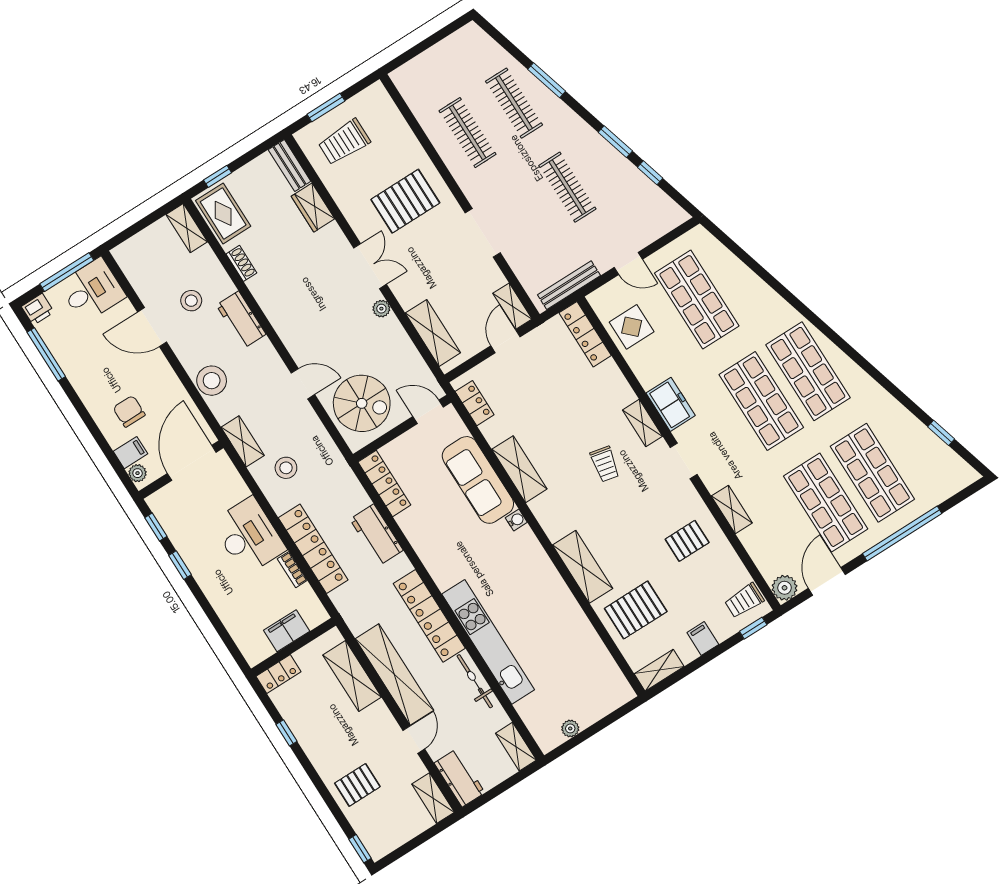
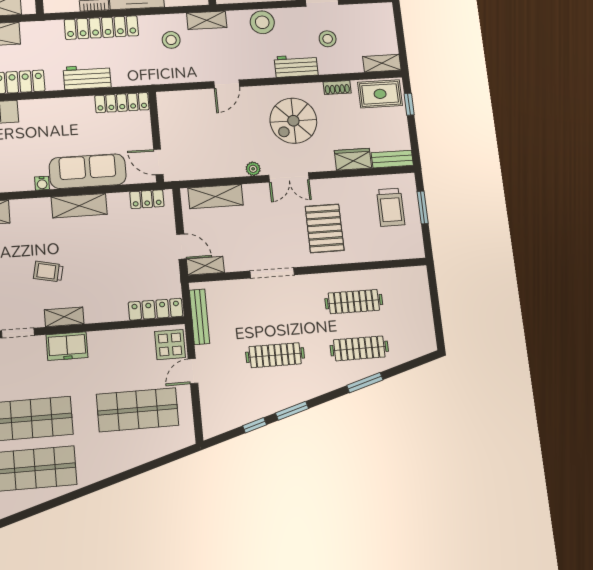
trolley: (344, 142) -> (391, 207), turned 180
display table: (632, 327) -> (170, 344), moved
spiral stairs: (362, 403) -> (293, 121), moved
door: (428, 412) -> (158, 162), swing flipped

